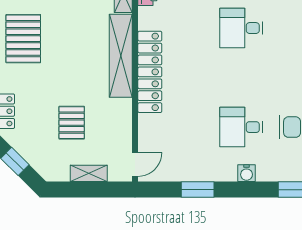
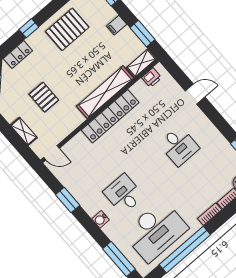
desk: (241, 28) -> (179, 146), turned 180
pallet: (72, 123) -> (44, 97), turned 90

